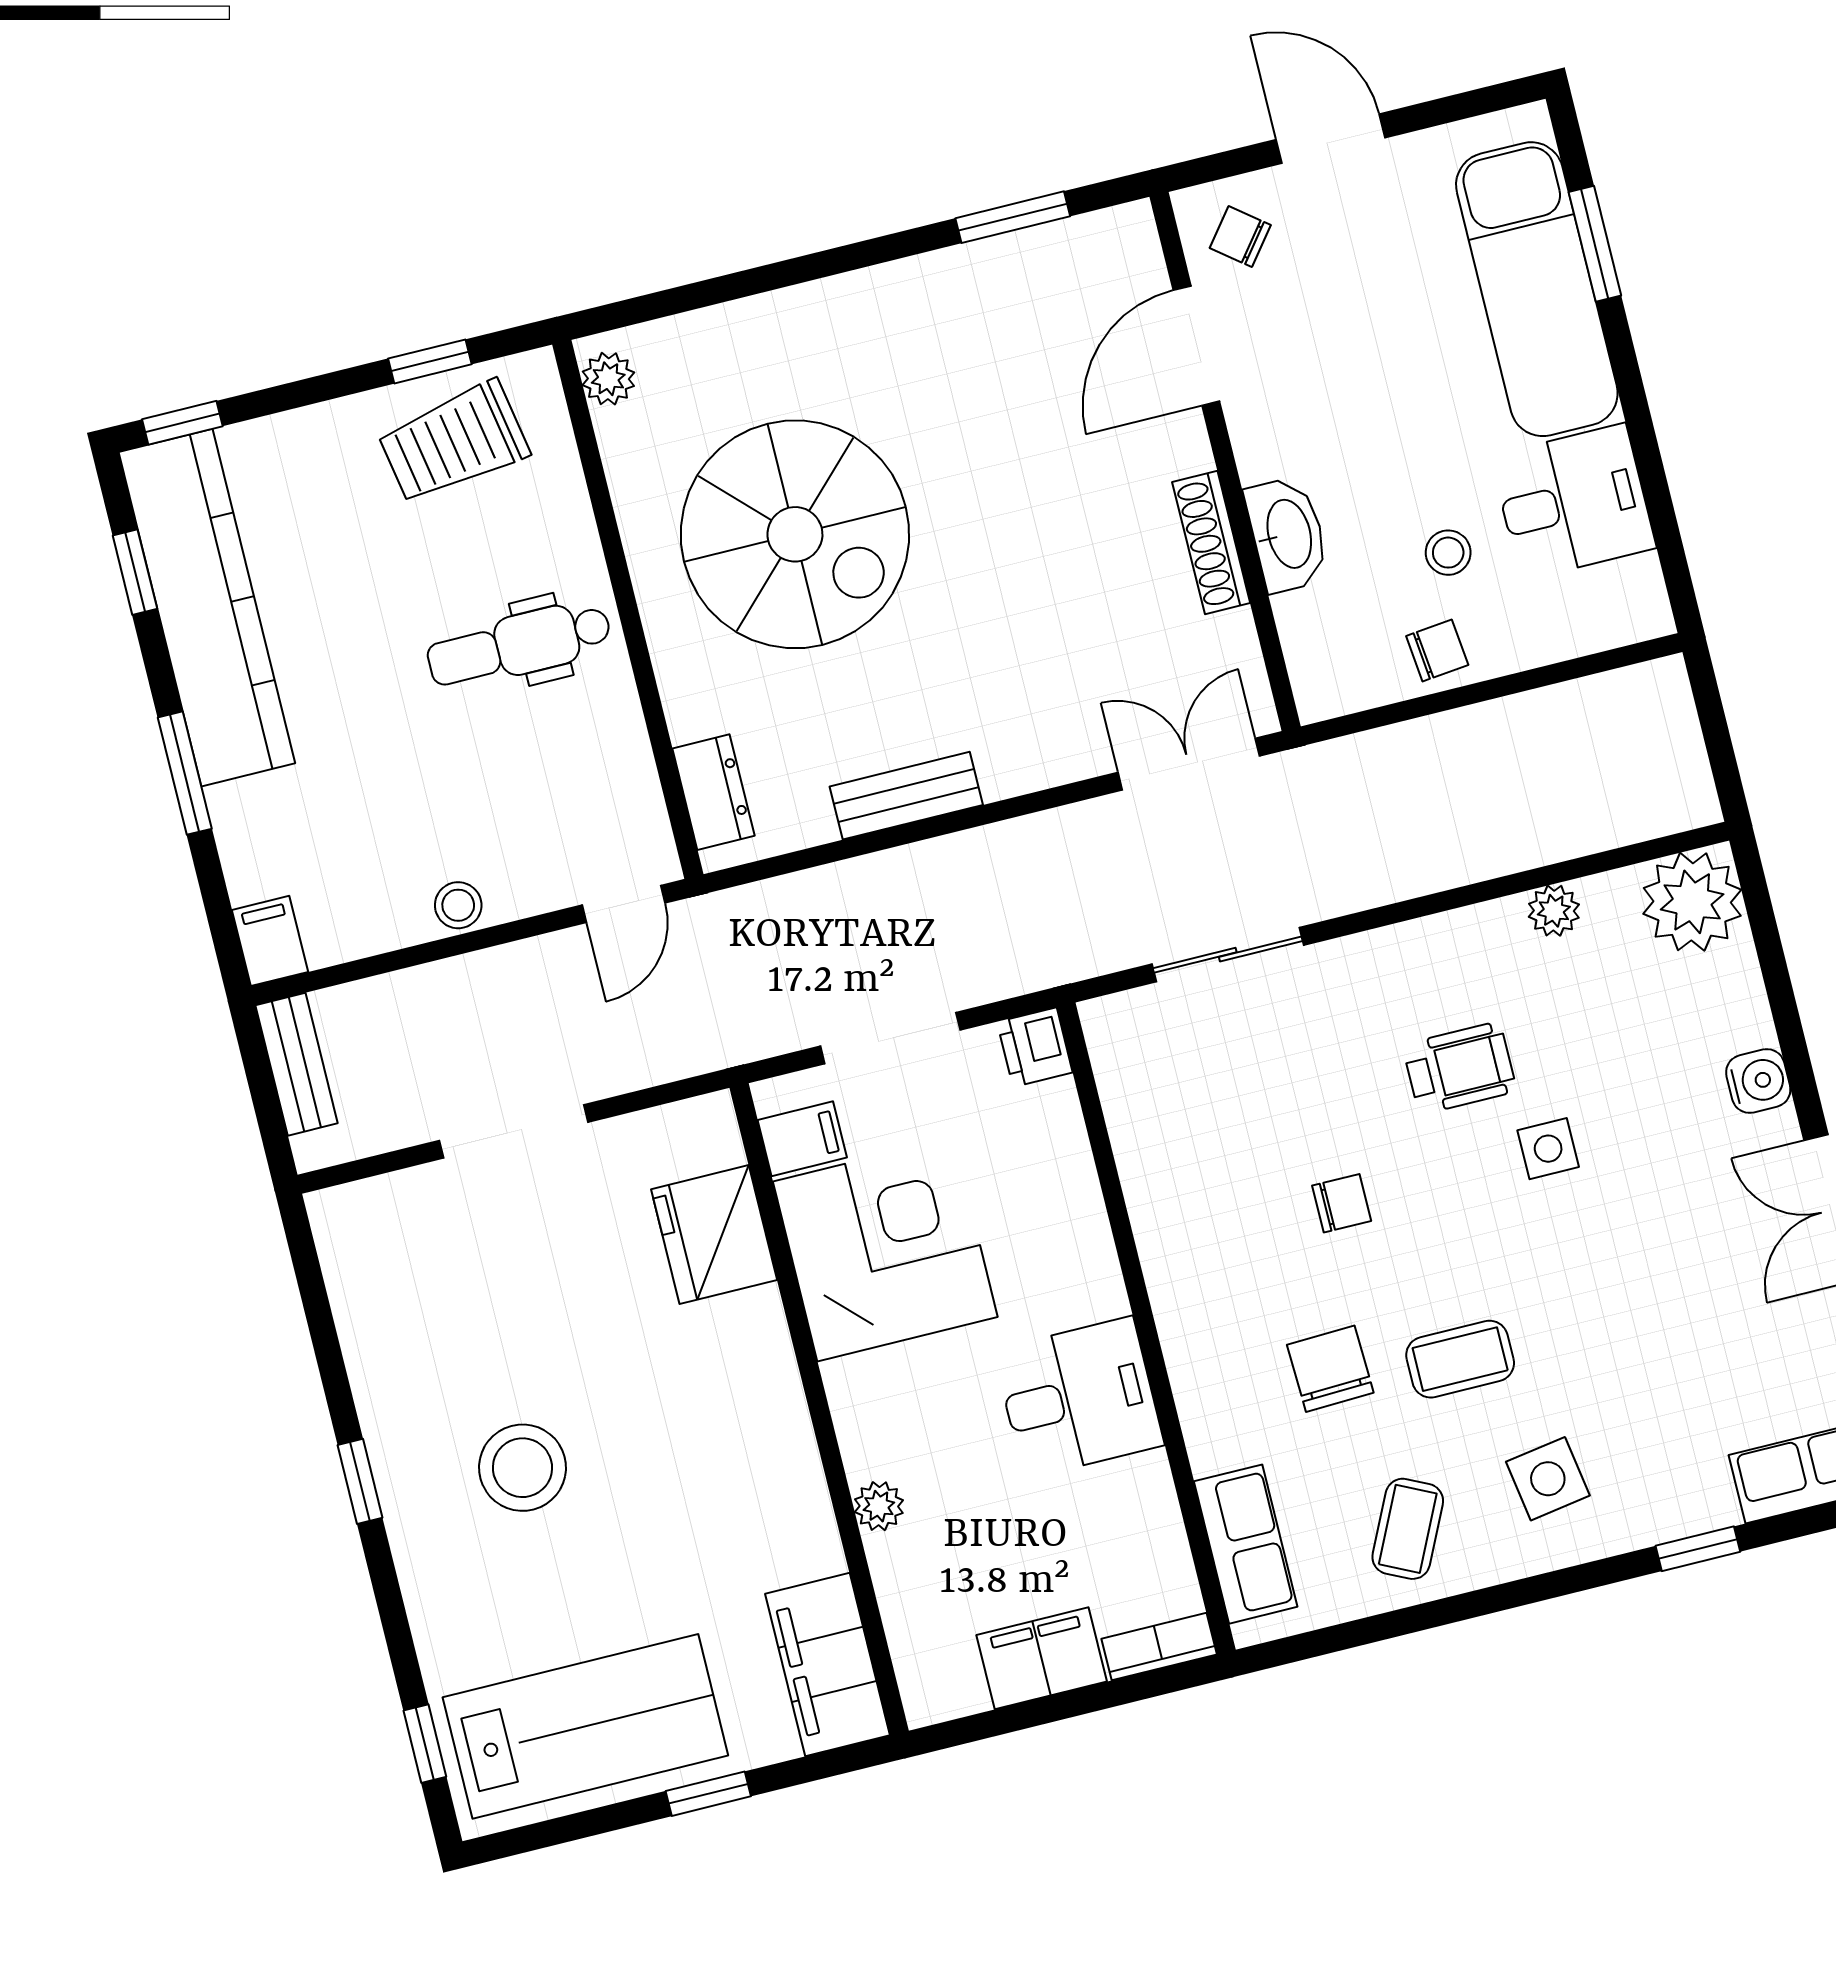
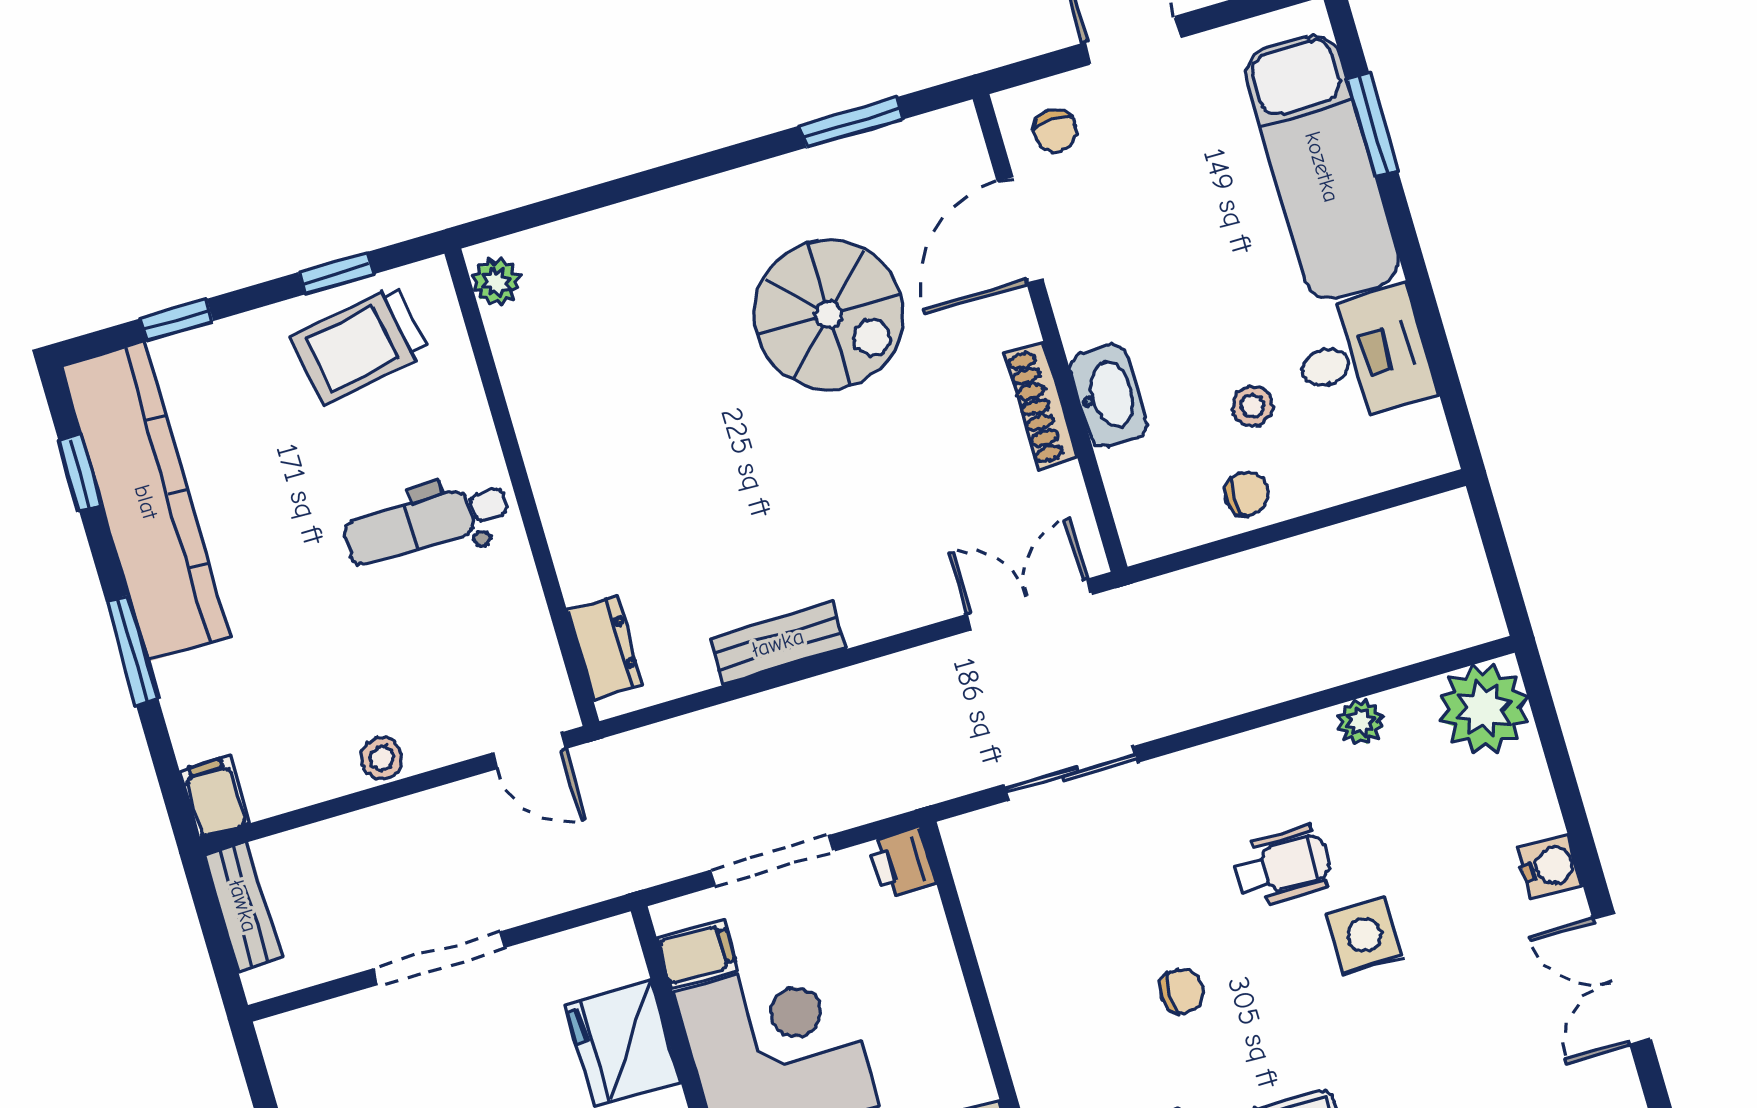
chair: (1240, 237) -> (1055, 131), turned -128
window: (182, 423) -> (177, 320), moved
spiral stairs: (795, 534) -> (829, 314), moved, width x0.73, depth x0.73
door: (623, 904) -> (529, 751), hinge flipped
side table: (1548, 1149) -> (1364, 935), width x1.37, depth x1.37

